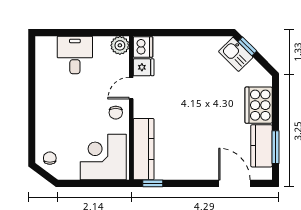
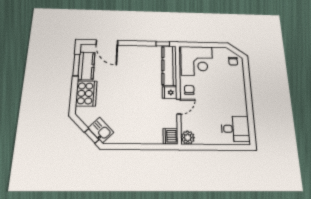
desk: (75, 55) -> (235, 129), moved, turned -90
fridge: (144, 67) -> (170, 93), moved

